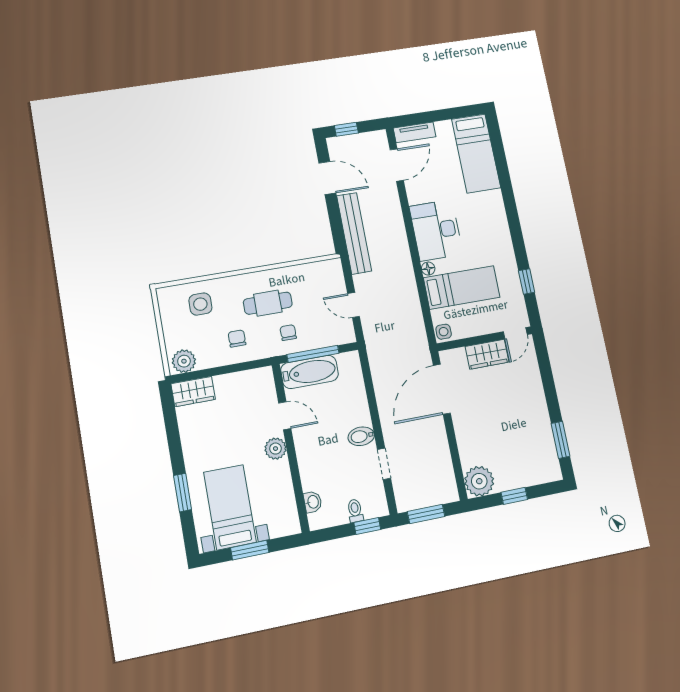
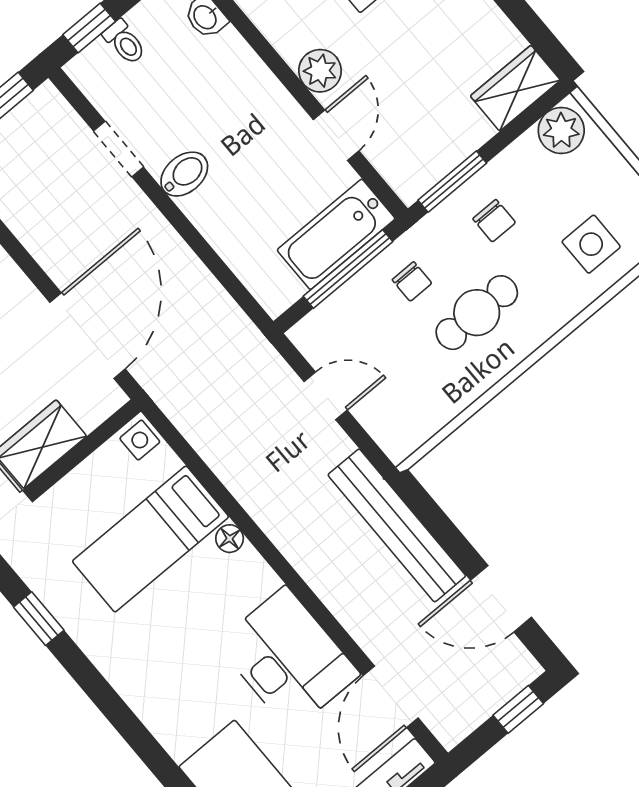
desk: (436, 230) -> (288, 659), moved
window: (245, 366) -> (452, 182), added
door: (285, 416) -> (336, 135), swing flipped

